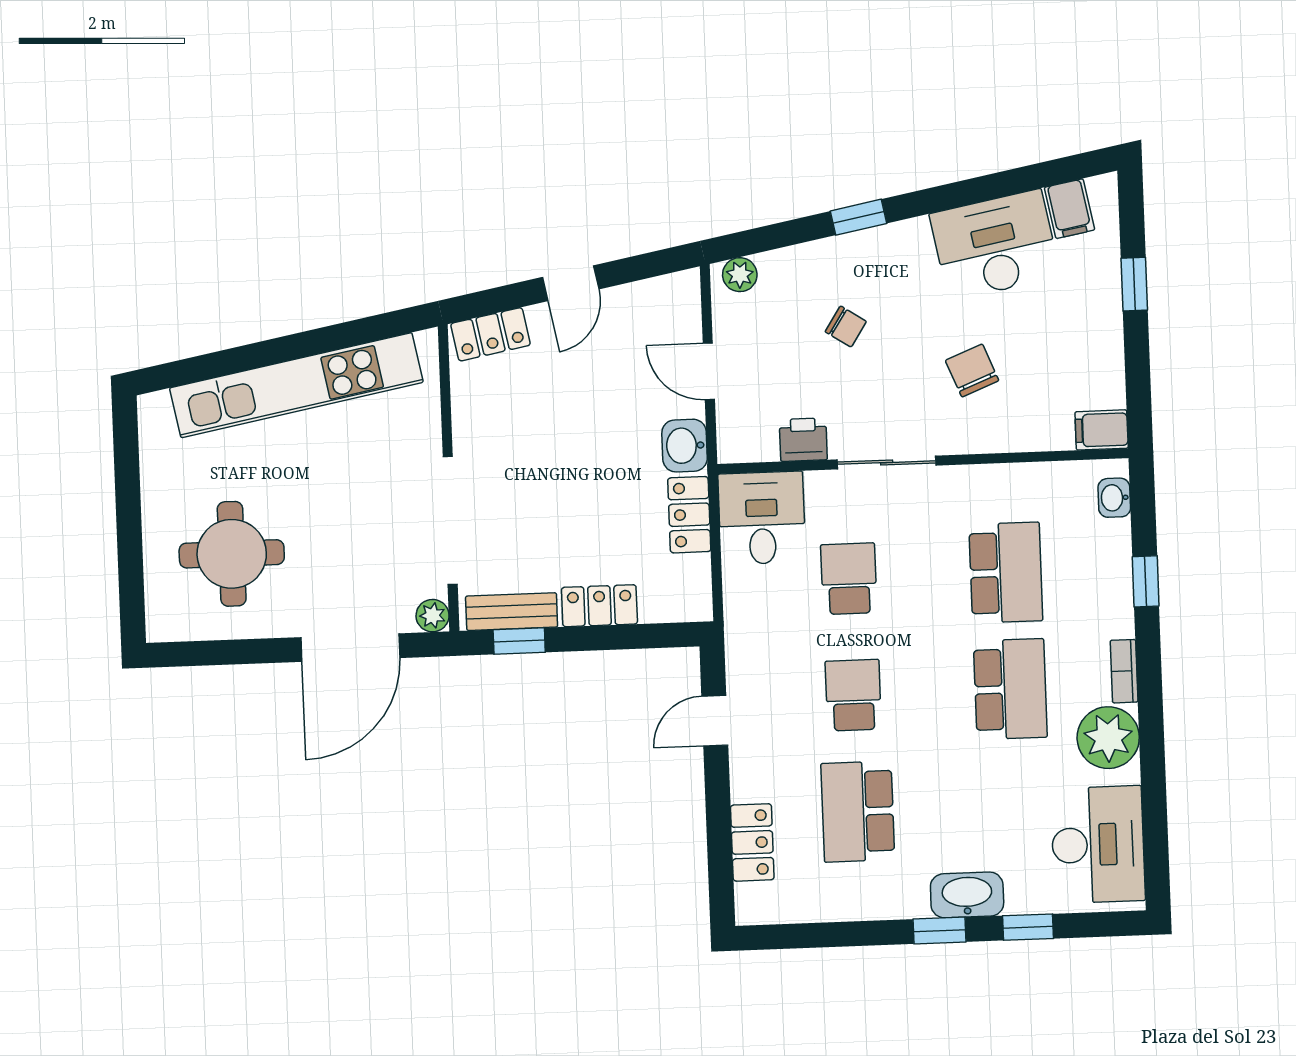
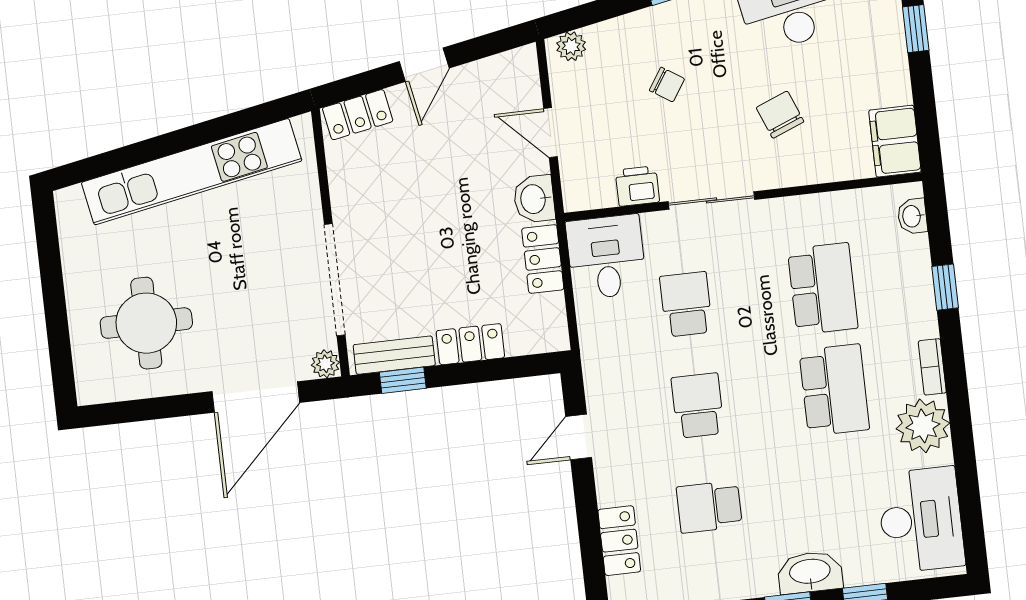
filing cabinet: (1102, 430) -> (895, 141), width x2.00
school desk: (858, 812) -> (709, 507), width x0.54

